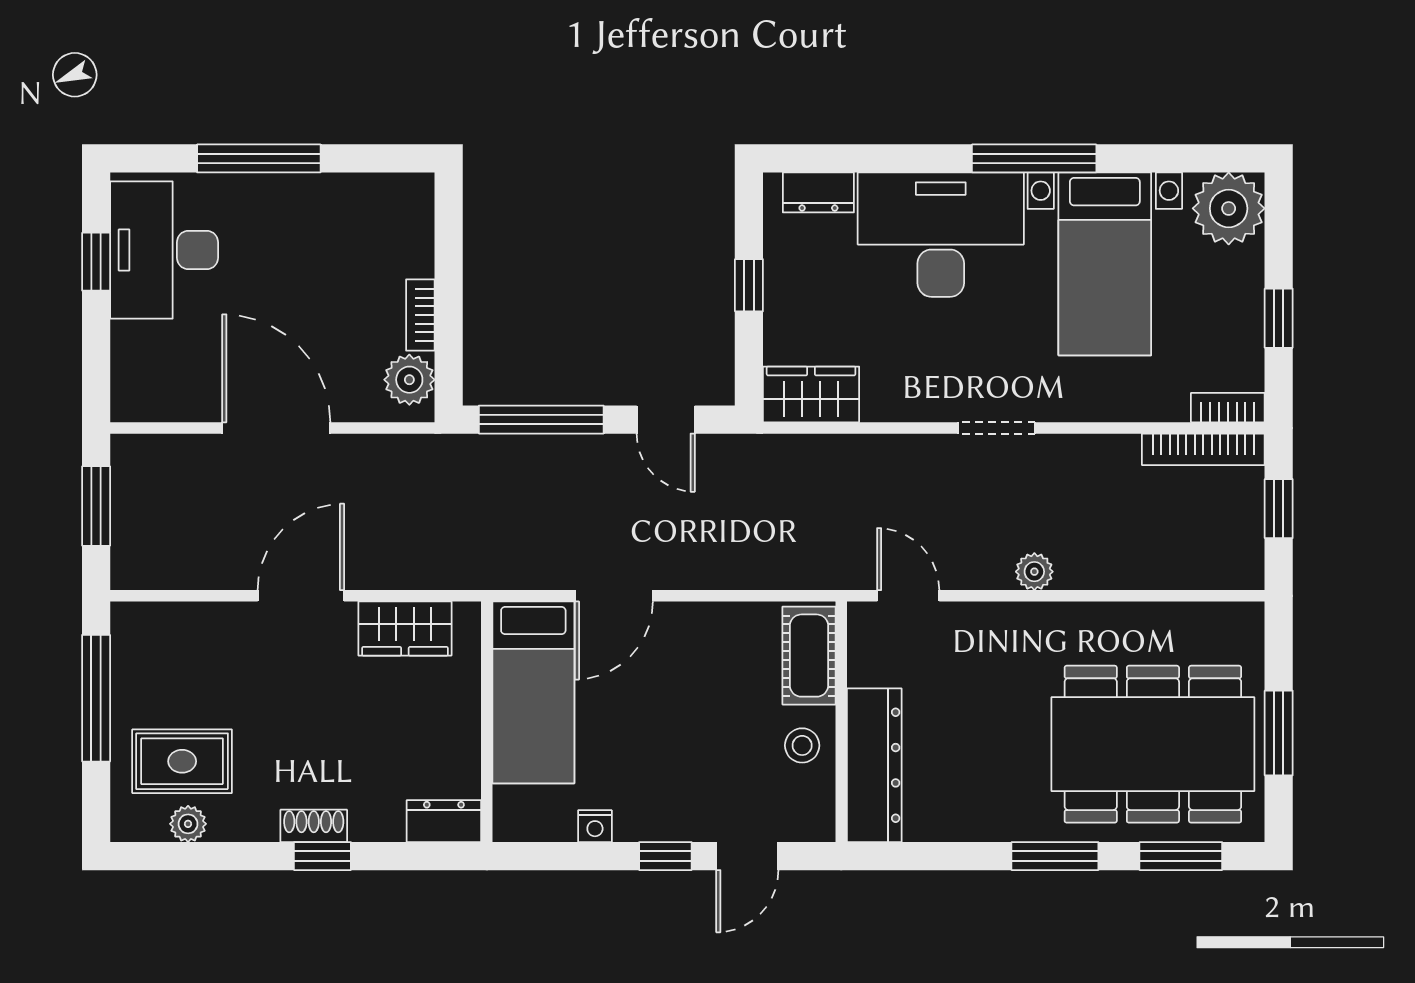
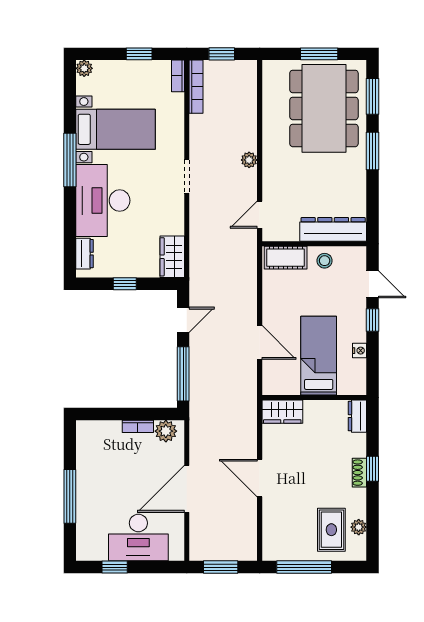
plant: (1229, 208) -> (84, 68), width x0.53, depth x0.53
desk: (164, 250) -> (138, 538), moved
wardrobe: (405, 629) -> (282, 412), moved, turned 90
bed: (533, 692) -> (319, 356), moved, turned -90

